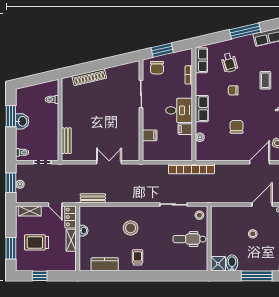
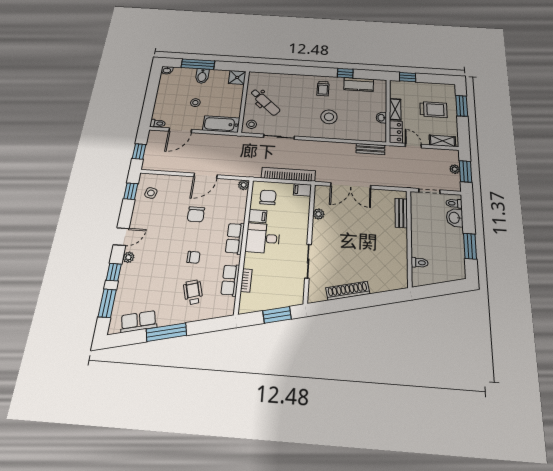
row of seats: (201, 60) -> (230, 280), moved
chair: (157, 68) -> (268, 197), moved
shoe rack: (89, 77) -> (348, 291), moved
coffee table: (265, 80) -> (152, 267), removed
washbasin: (22, 121) -> (455, 218), moved
plant: (135, 135) -> (319, 214), added
filing cabinet: (150, 135) -> (302, 190), moved
plant: (200, 137) -> (244, 185), moved
double door: (109, 162) -> (351, 186), width x1.37
door: (260, 162) -> (205, 176), moved
bookcase: (192, 169) -> (288, 174), moved
bathtub: (226, 213) -> (221, 124), added
dental chair: (189, 239) -> (265, 102), turned 42
bidet: (232, 263) -> (202, 76), moved
window: (40, 276) -> (408, 77), moved
window: (118, 276) -> (345, 73), added

